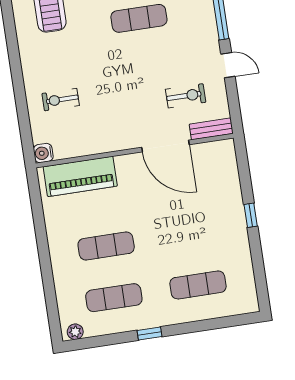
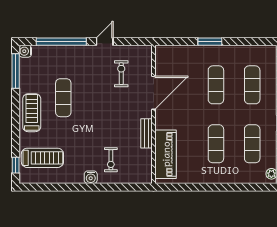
bench: (211, 129) -> (147, 133), moved
water cooler: (43, 153) -> (91, 177), moved
window: (251, 215) -> (210, 42), width x1.50
exercise mat: (190, 233) -> (216, 85), added

